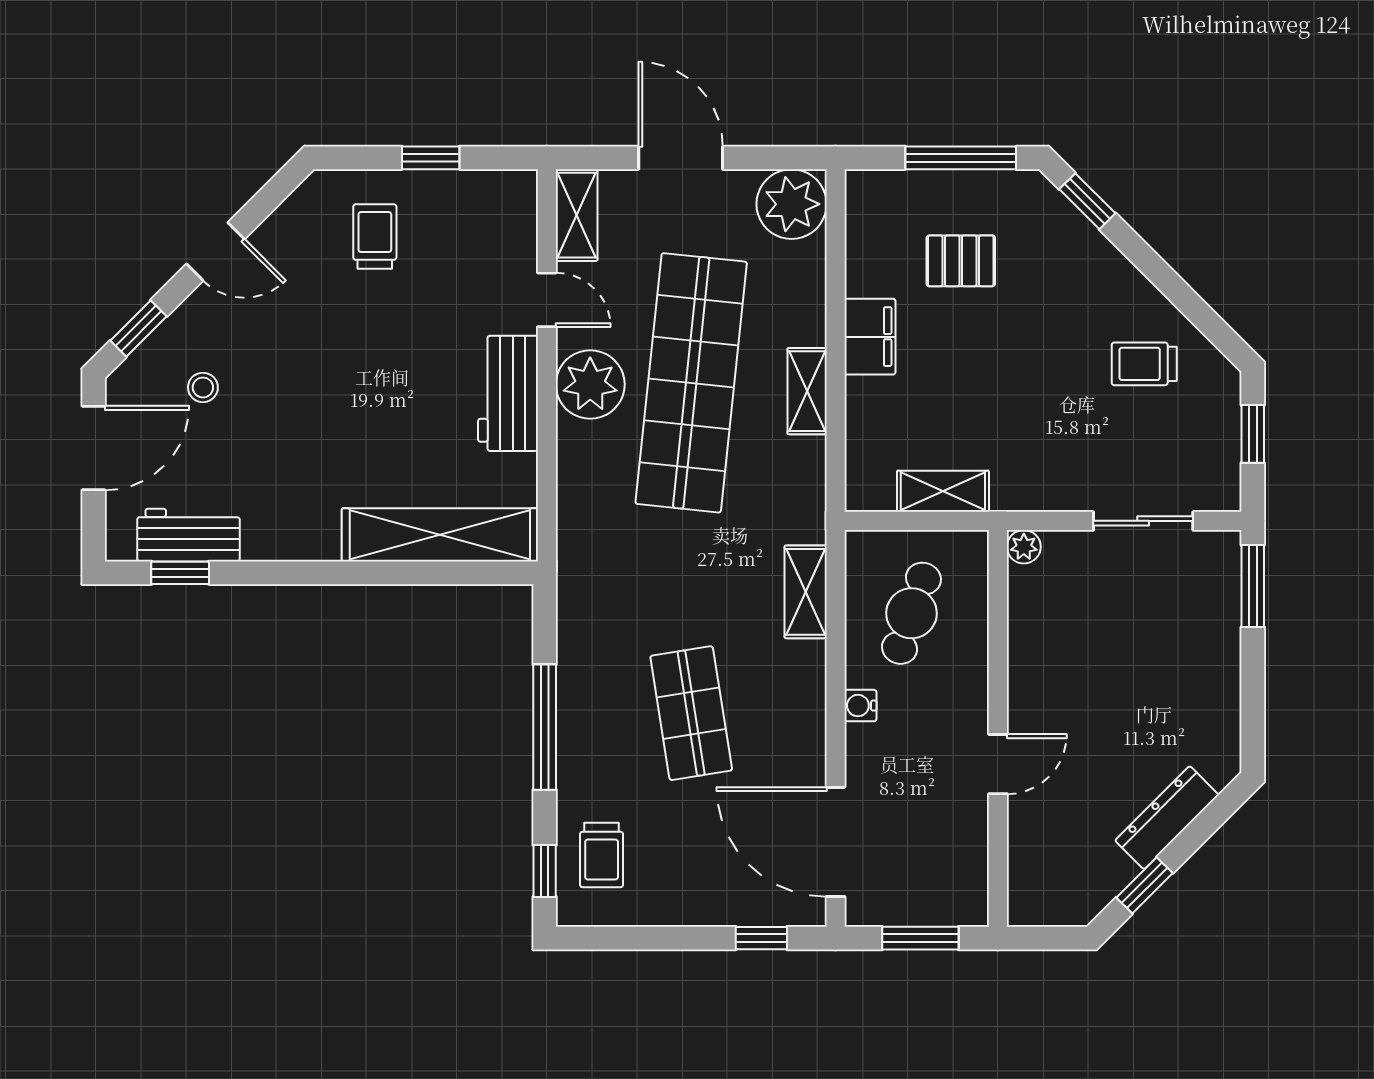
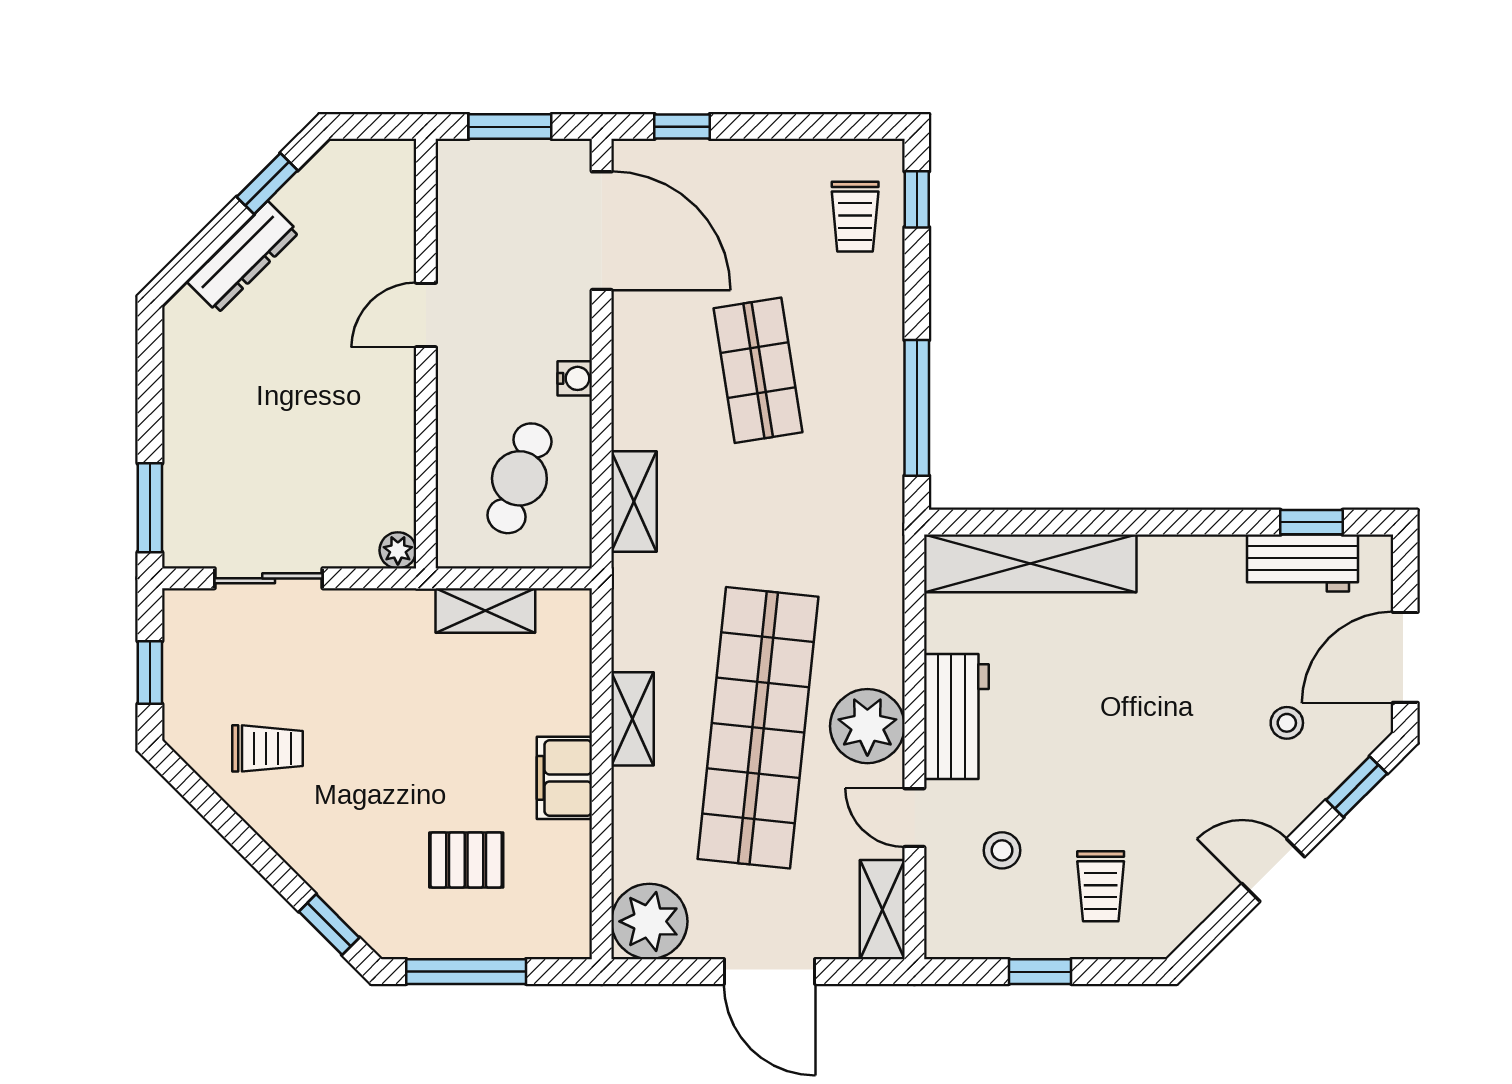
stool: (466, 270) -> (1002, 850), added
window: (545, 727) -> (917, 408), moved
trolley: (602, 855) -> (855, 217), turned 180

